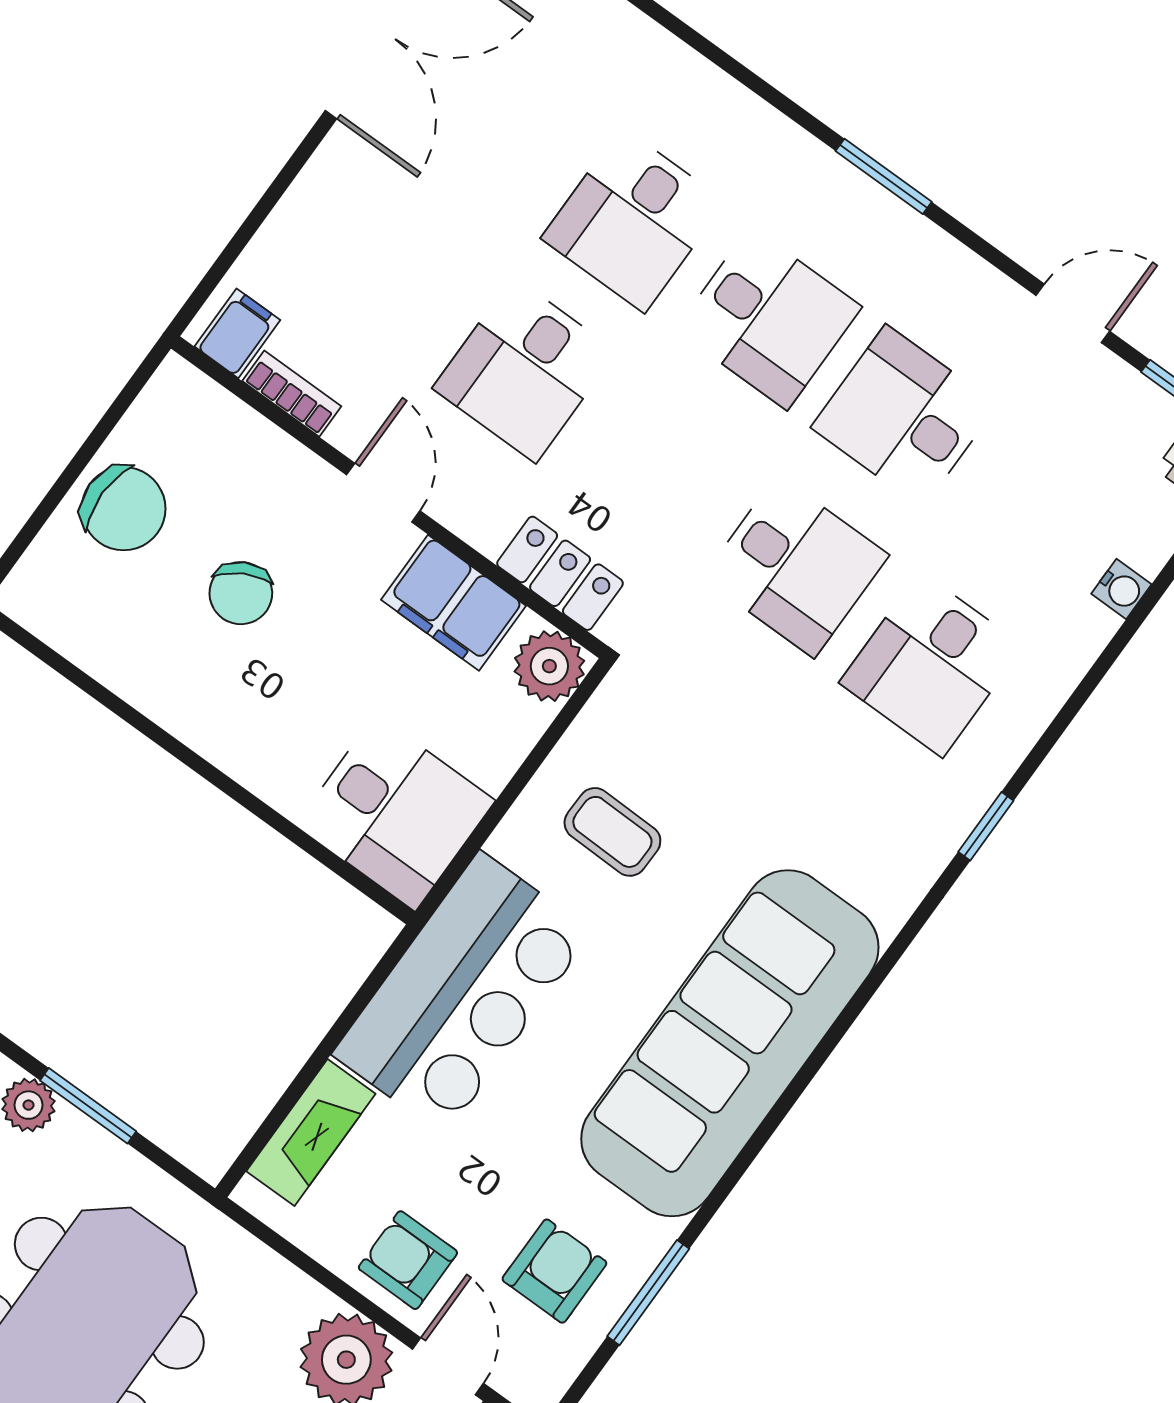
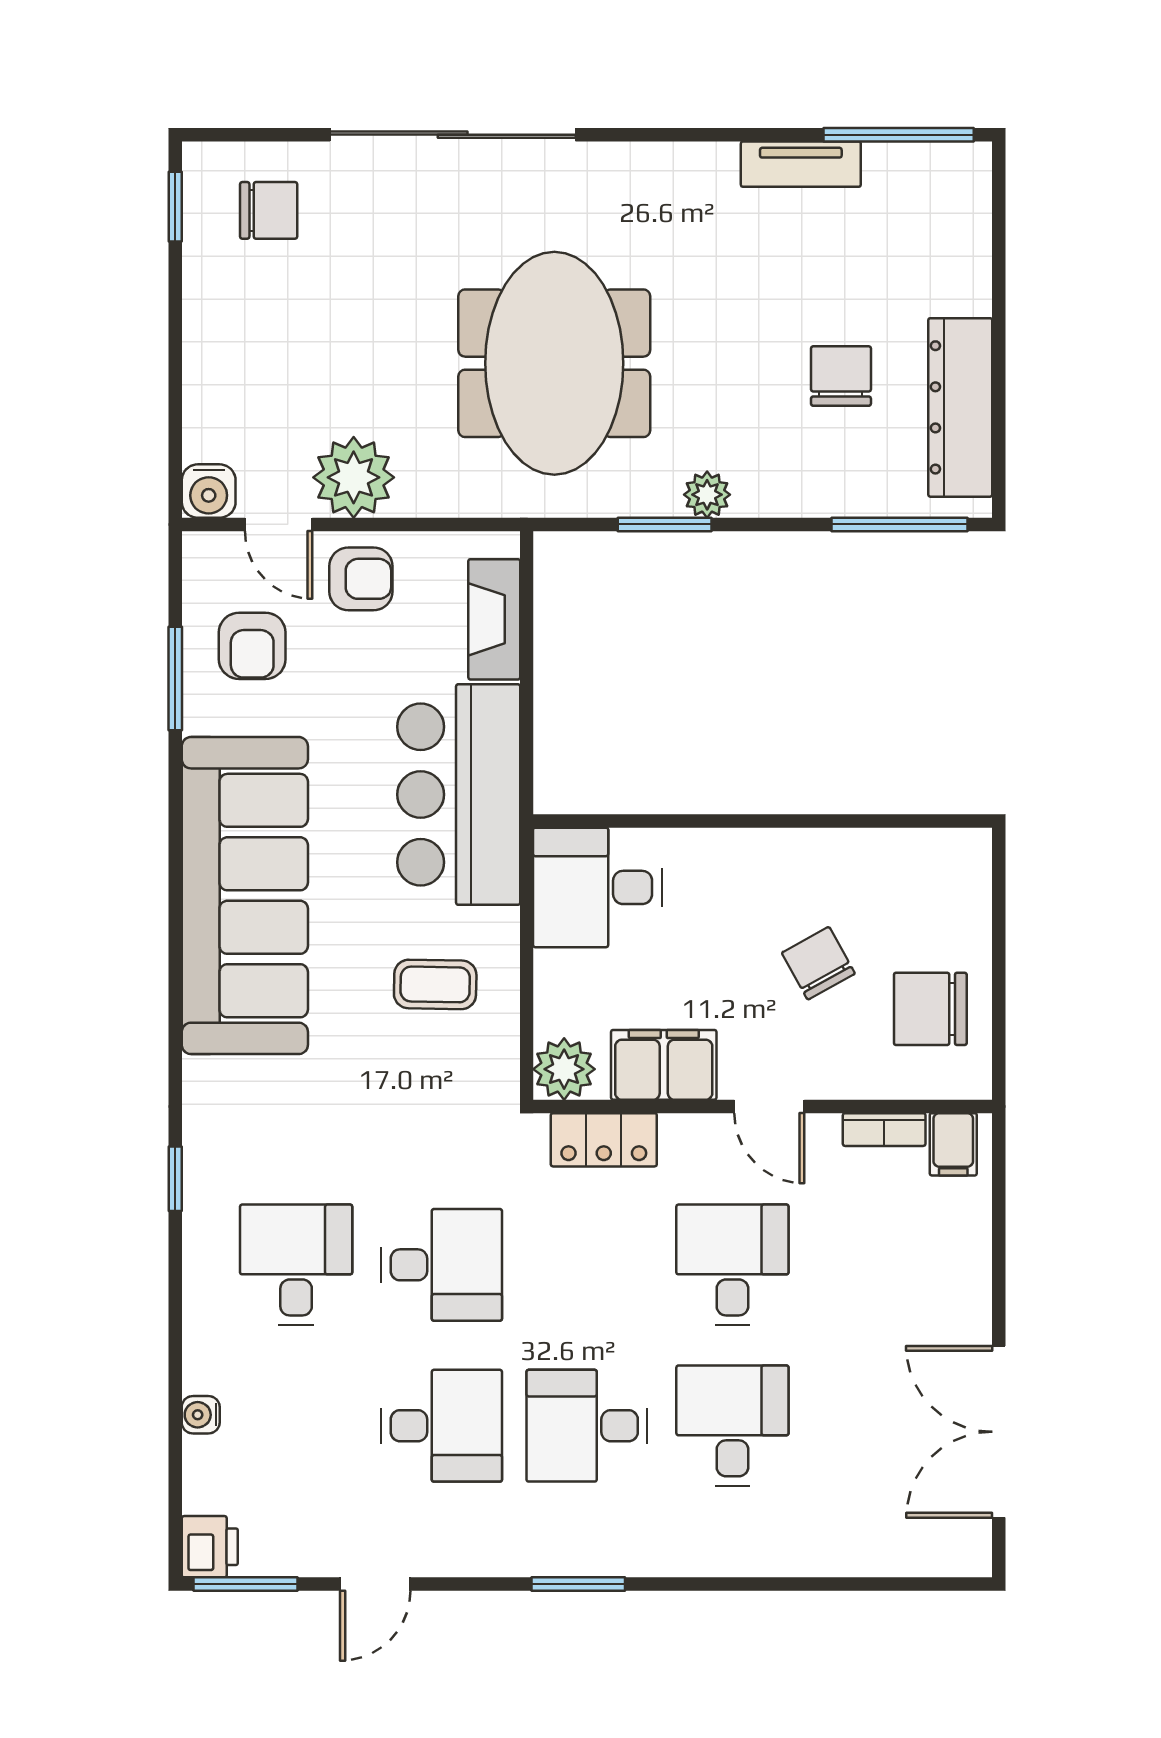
chair: (124, 509) -> (930, 1009), moved
desk: (796, 566) -> (442, 1265), turned 180

